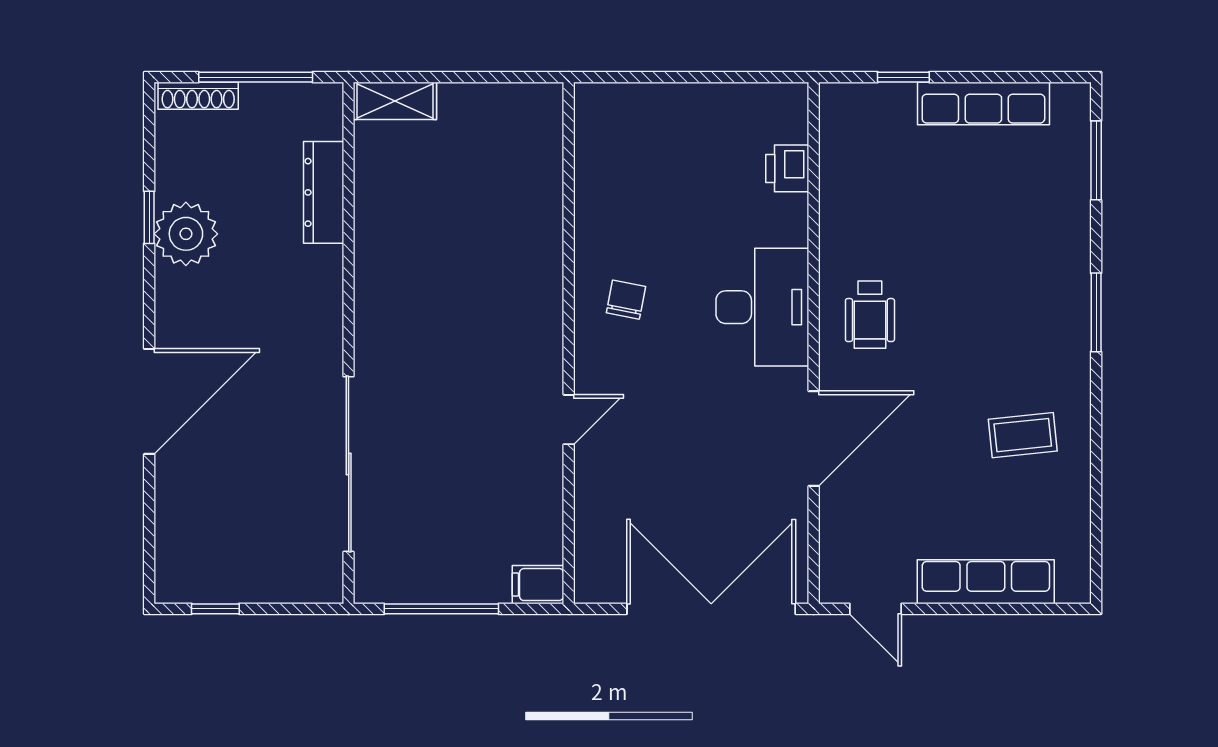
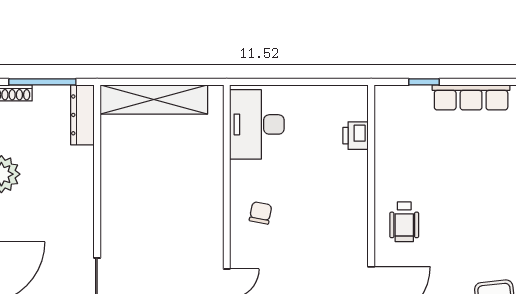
shelving: (395, 101) -> (154, 100), width x2.20, depth x1.33
dresser: (324, 192) -> (82, 115), moved
desk: (762, 307) -> (257, 124), moved, turned 180

